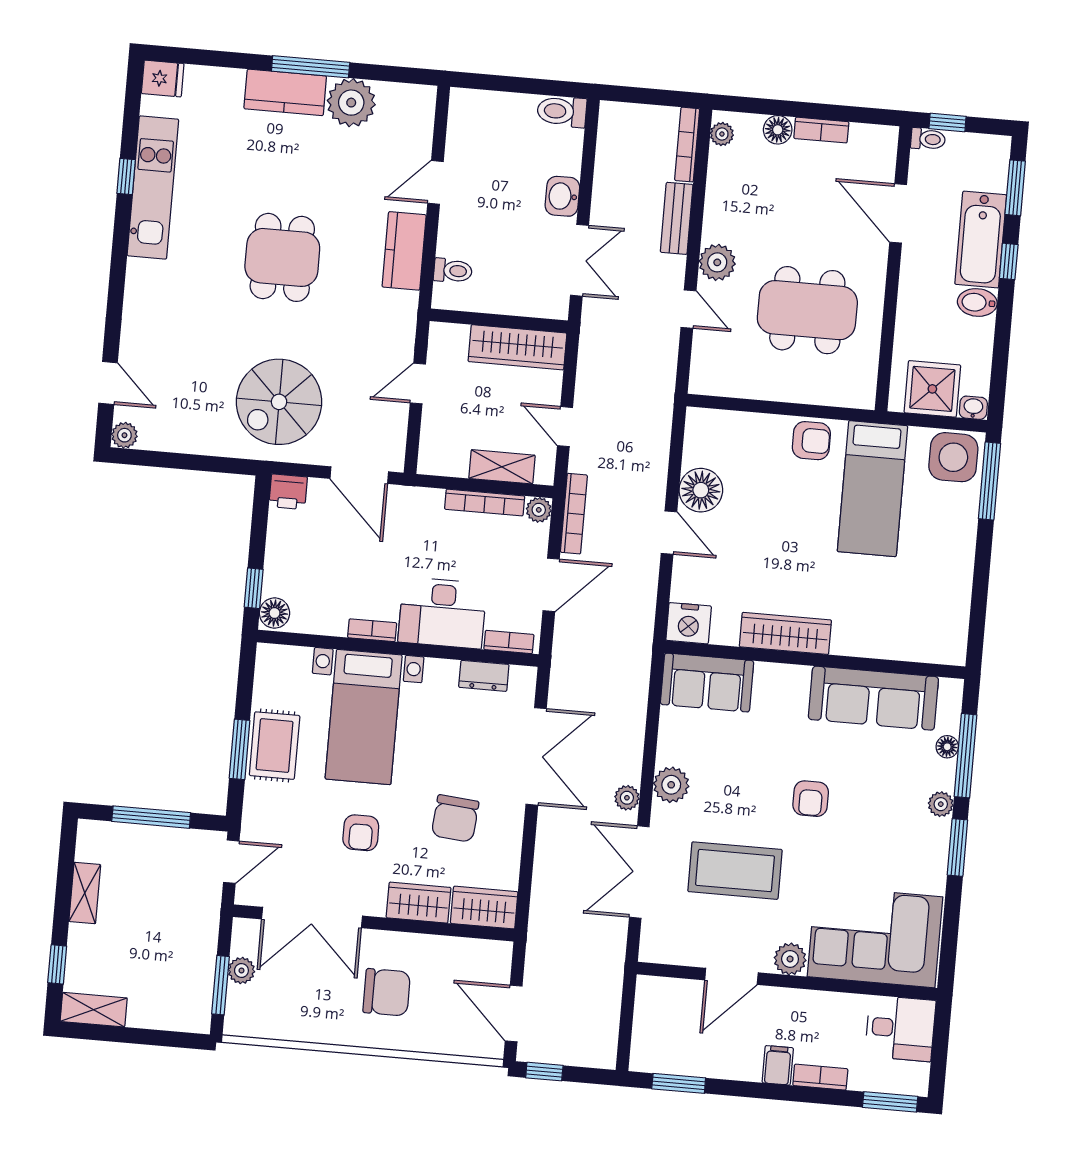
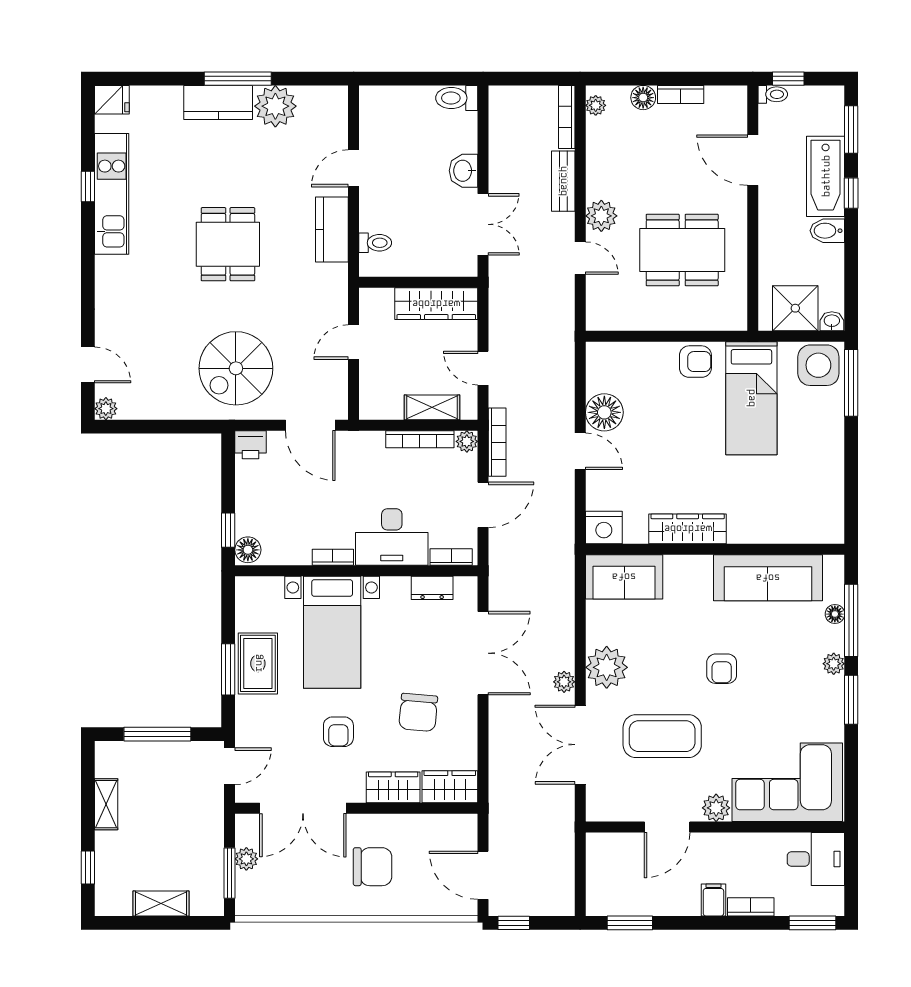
plant: (671, 785) -> (607, 667), width x1.36, depth x1.36
shelving: (94, 1010) -> (161, 904), moved

